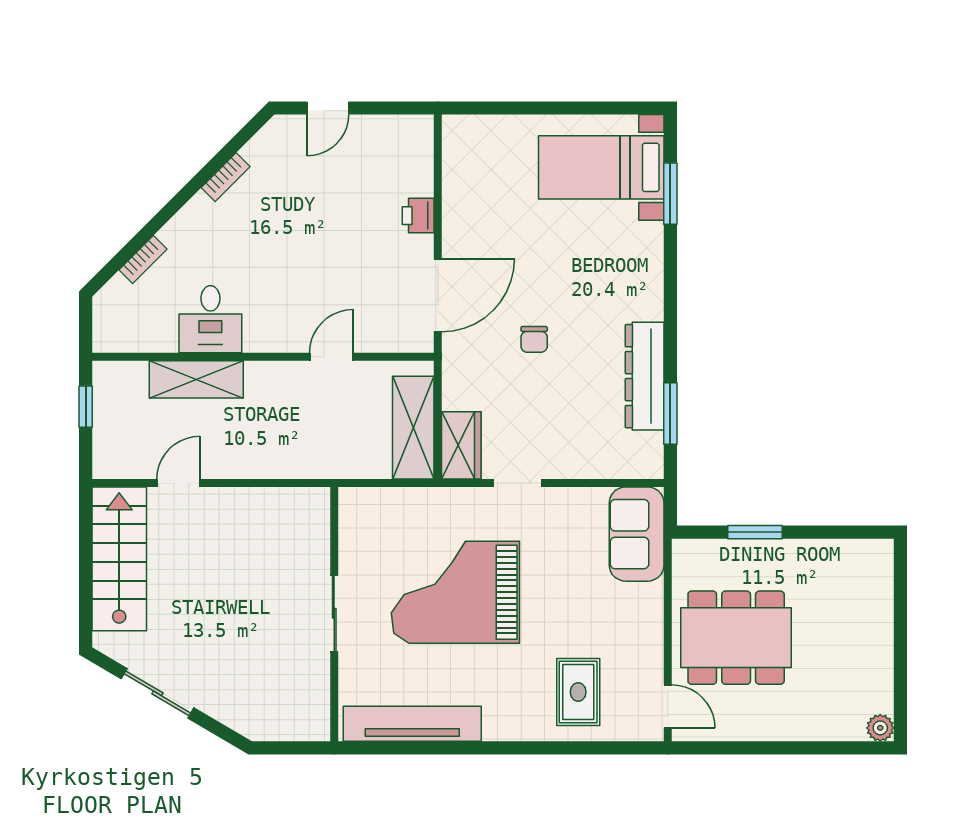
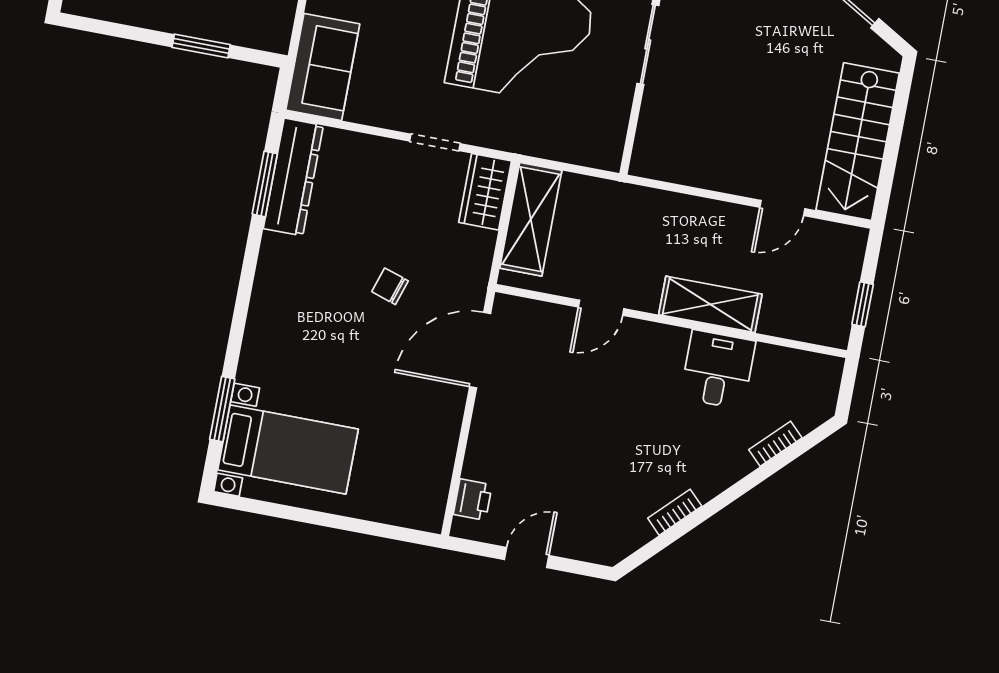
door: (328, 108) -> (527, 558), moved
printer: (418, 216) -> (473, 500), moved
chair: (534, 339) -> (390, 286), turned -72
dresser: (645, 376) -> (293, 177), moved
shelving: (196, 379) -> (710, 304), moved

